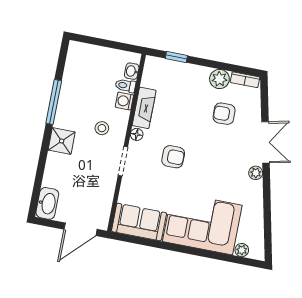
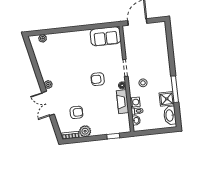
shower: (62, 141) -> (167, 99), moved
washbasin: (47, 203) -> (170, 115), moved
corner sofa: (202, 223) -> (70, 47), removed

